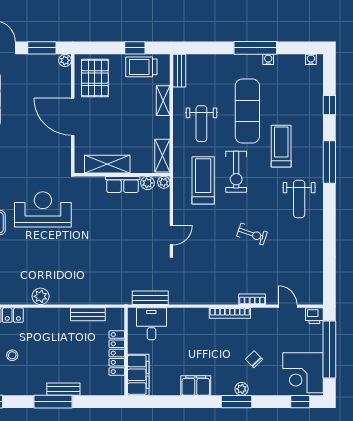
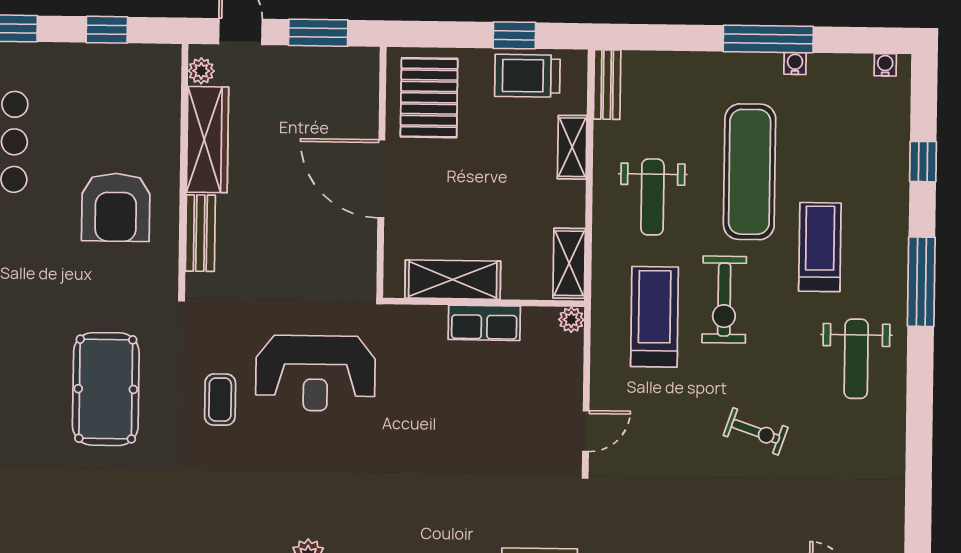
plant: (65, 60) -> (367, 60), removed
plant: (147, 183) -> (537, 321), removed
reception desk: (43, 209) -> (316, 373), turned 180

